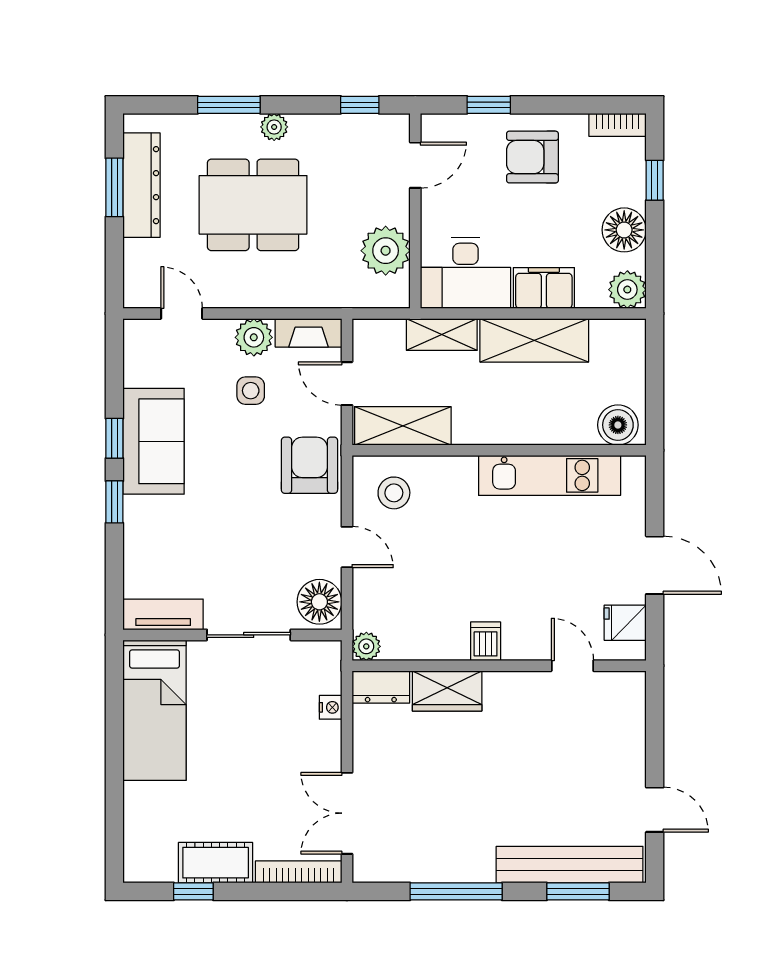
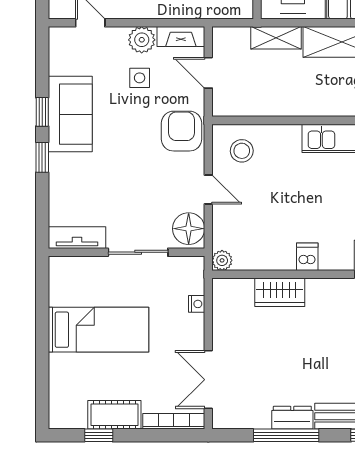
shelving: (403, 426) -> (248, 103), removed
dresser: (381, 687) -> (292, 418), moved, turned 180
bed: (155, 710) -> (98, 330), moved, turned -90

